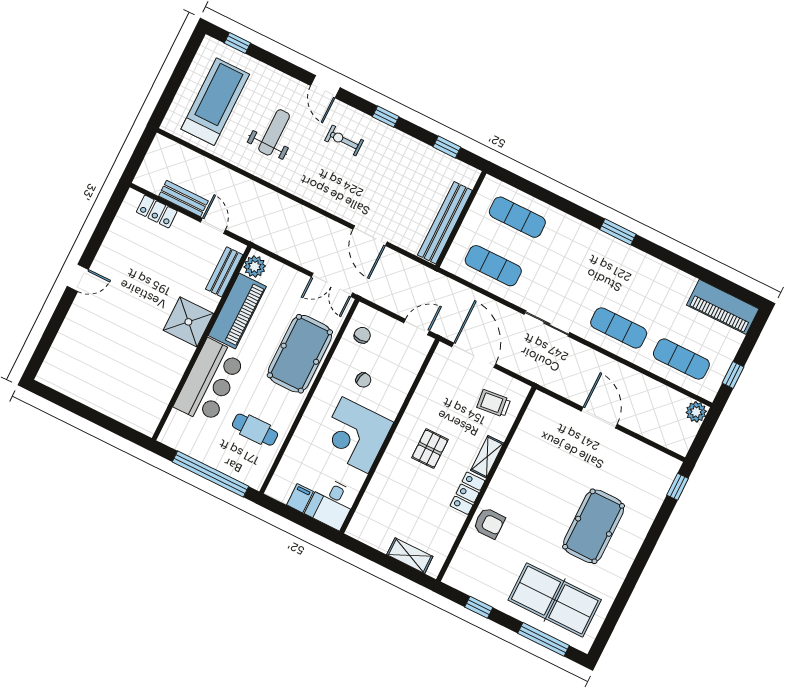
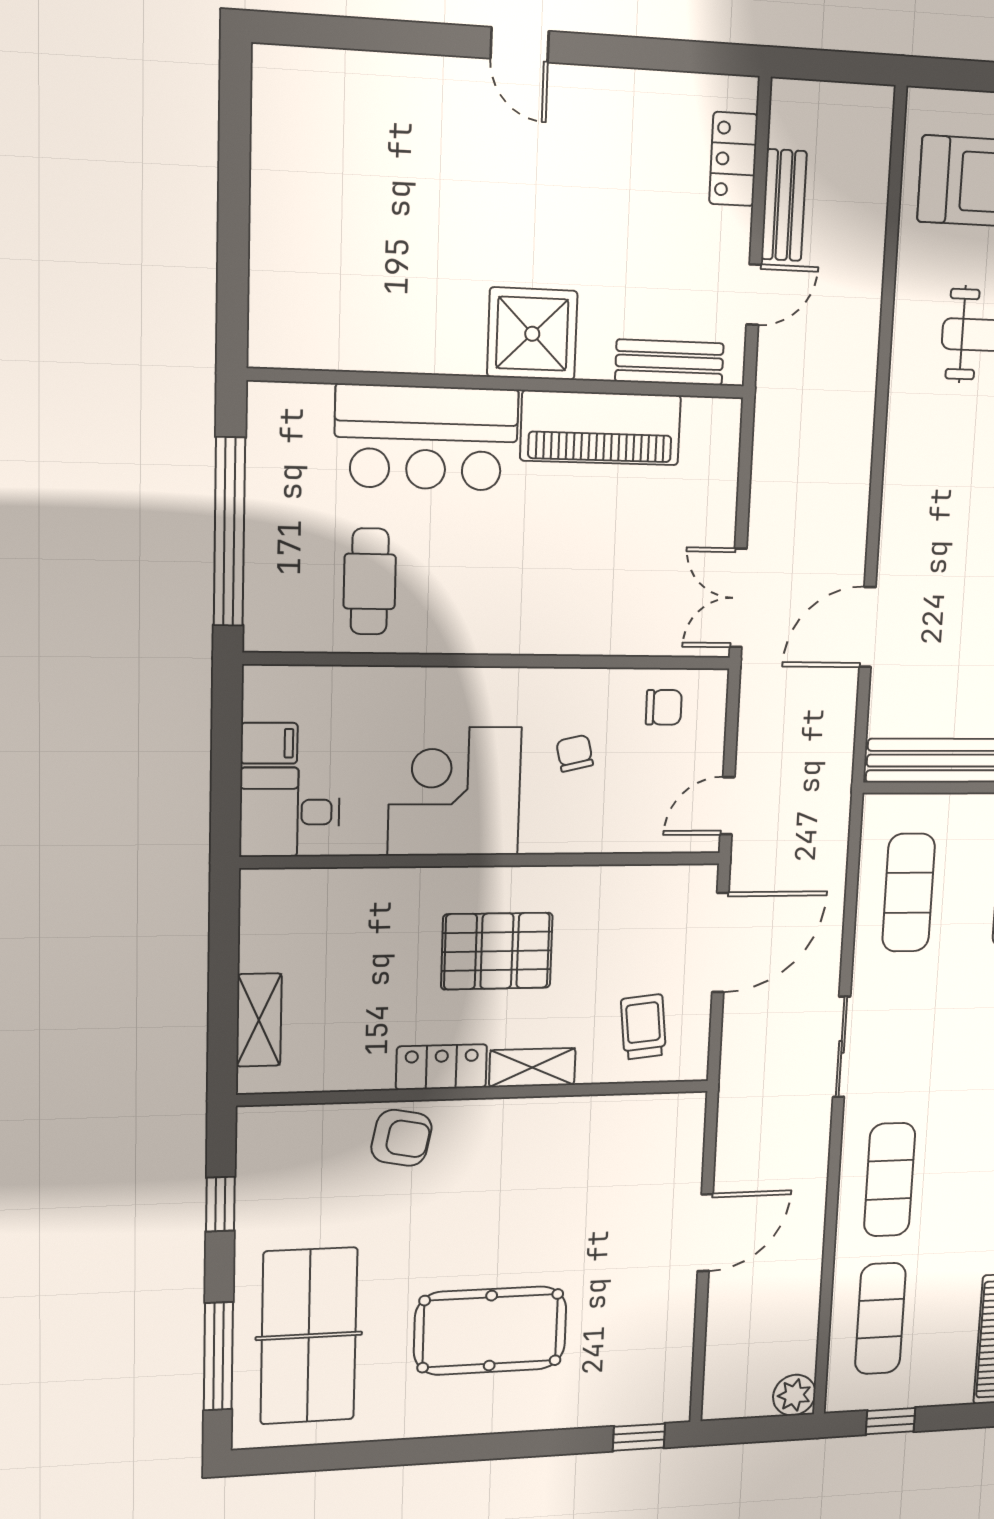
plant: (255, 267) -> (708, 422), removed
door: (417, 327) -> (727, 806), swing flipped
pool table: (300, 354) -> (570, 600), removed
chair: (363, 380) -> (575, 753), turned 152
pallet: (430, 449) -> (497, 951), width x1.50, depth x1.42
armchair: (489, 523) -> (401, 1138), turned -79

